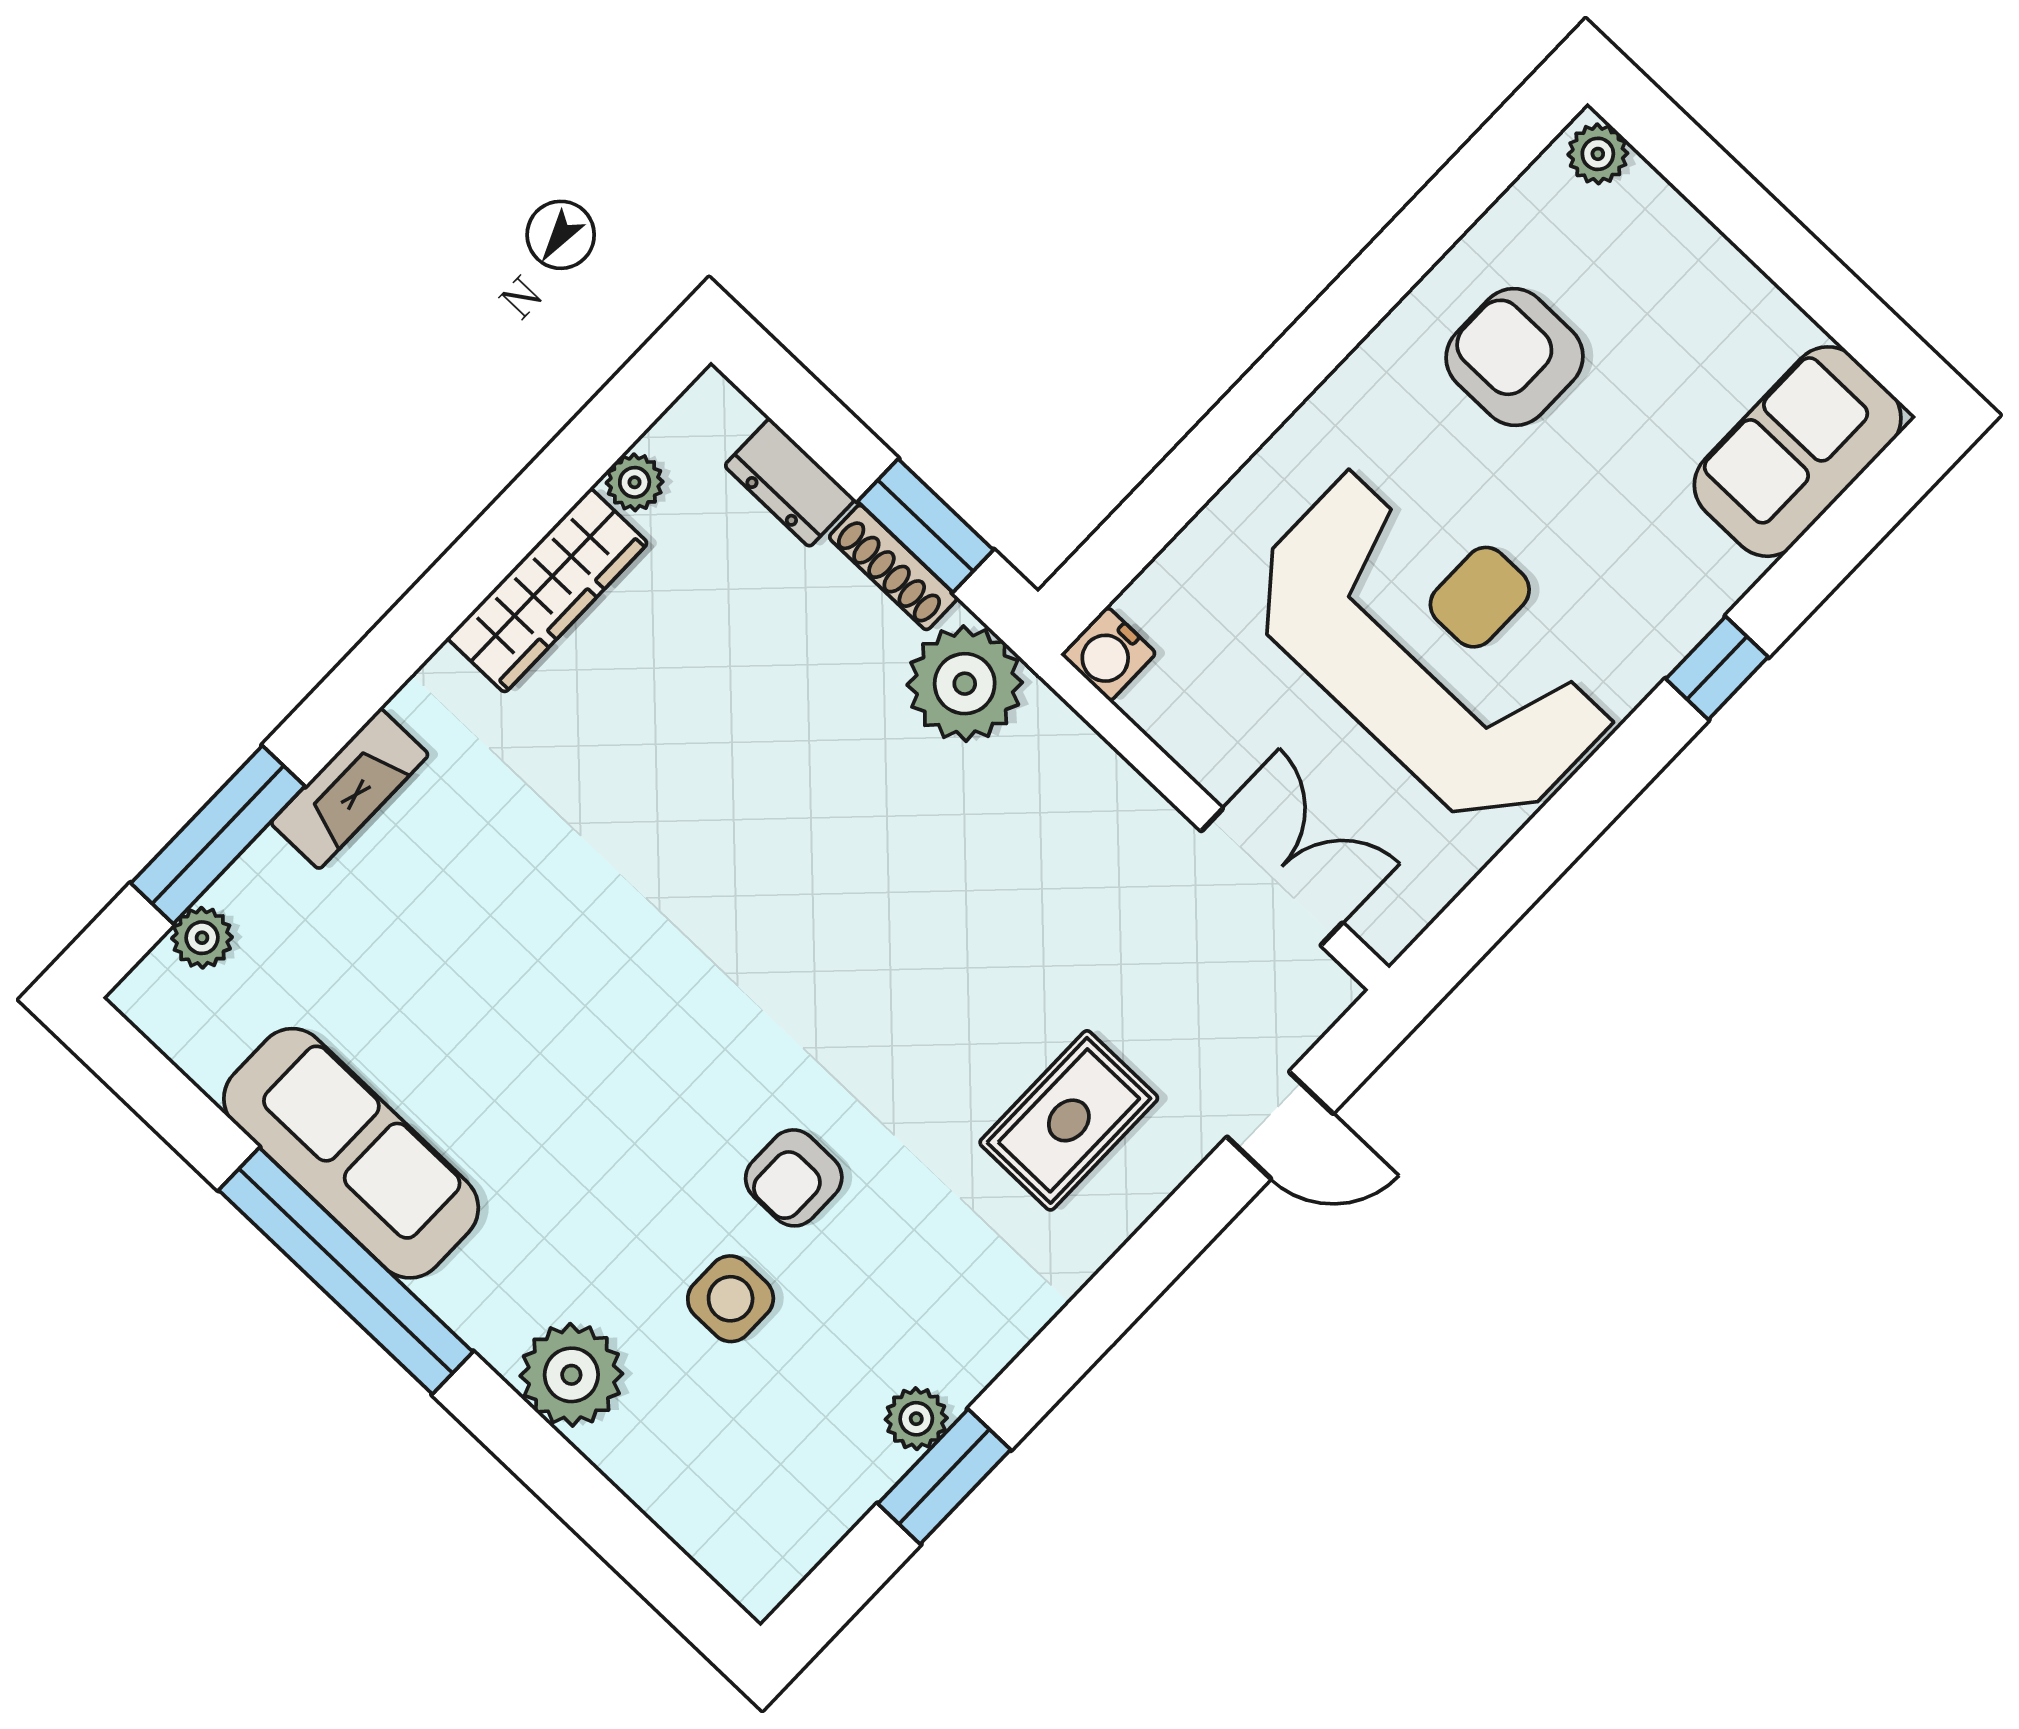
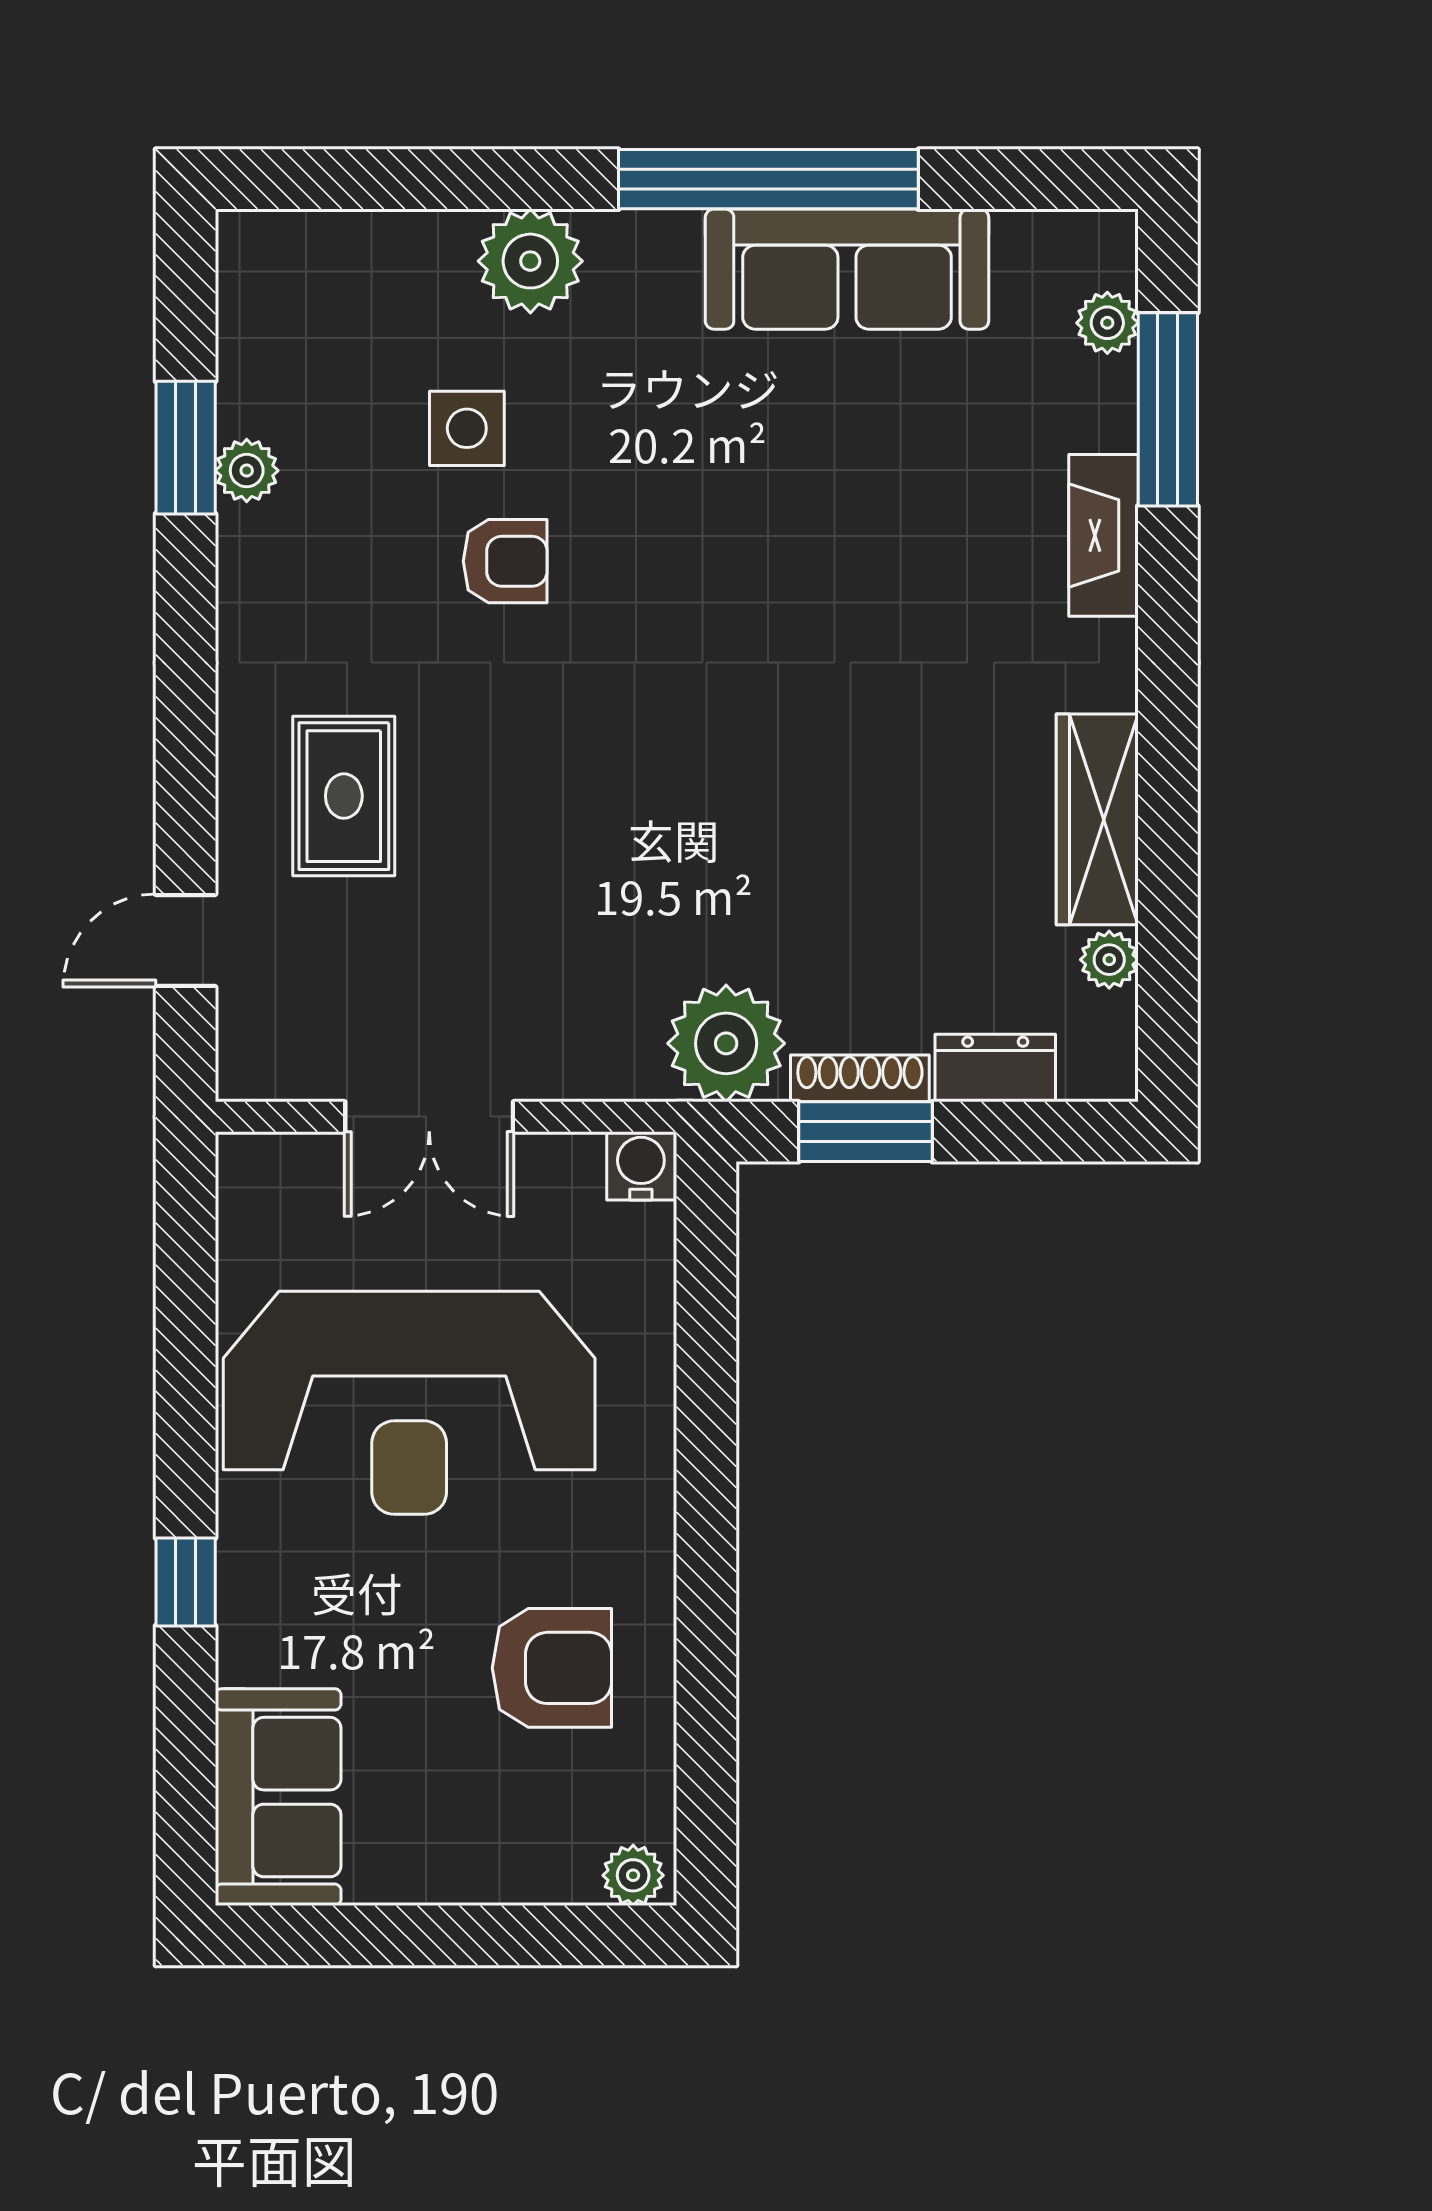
double door: (1272, 877) -> (429, 1117), moved
armchair: (794, 1178) -> (505, 561), turned 90

